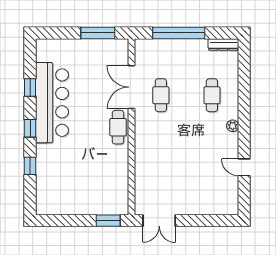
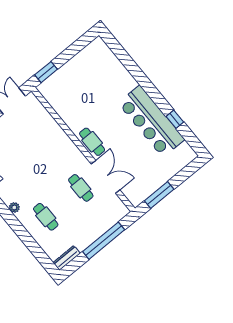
window: (30, 128) -> (152, 91), removed
window: (30, 166) -> (131, 65), removed

